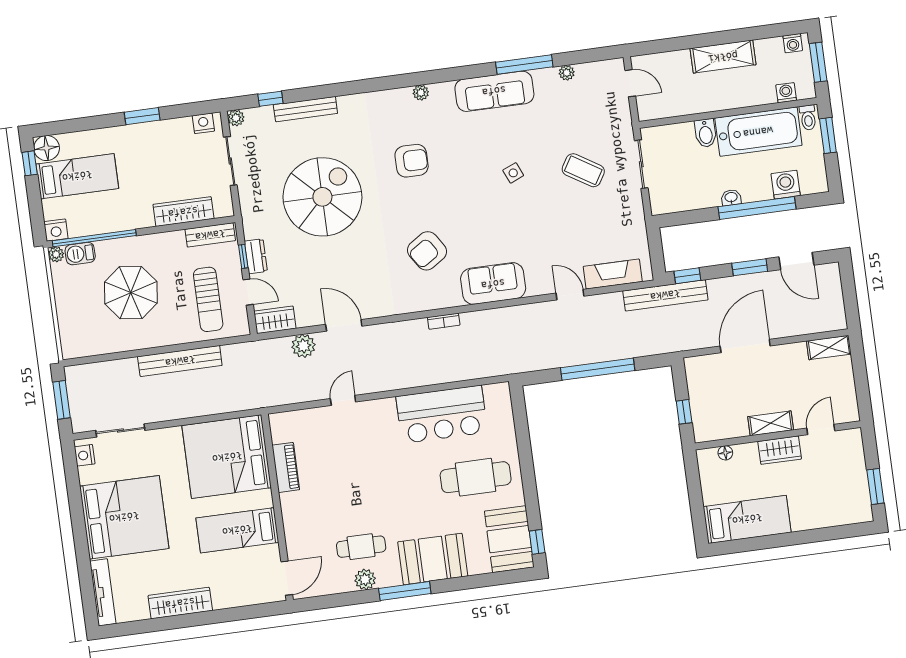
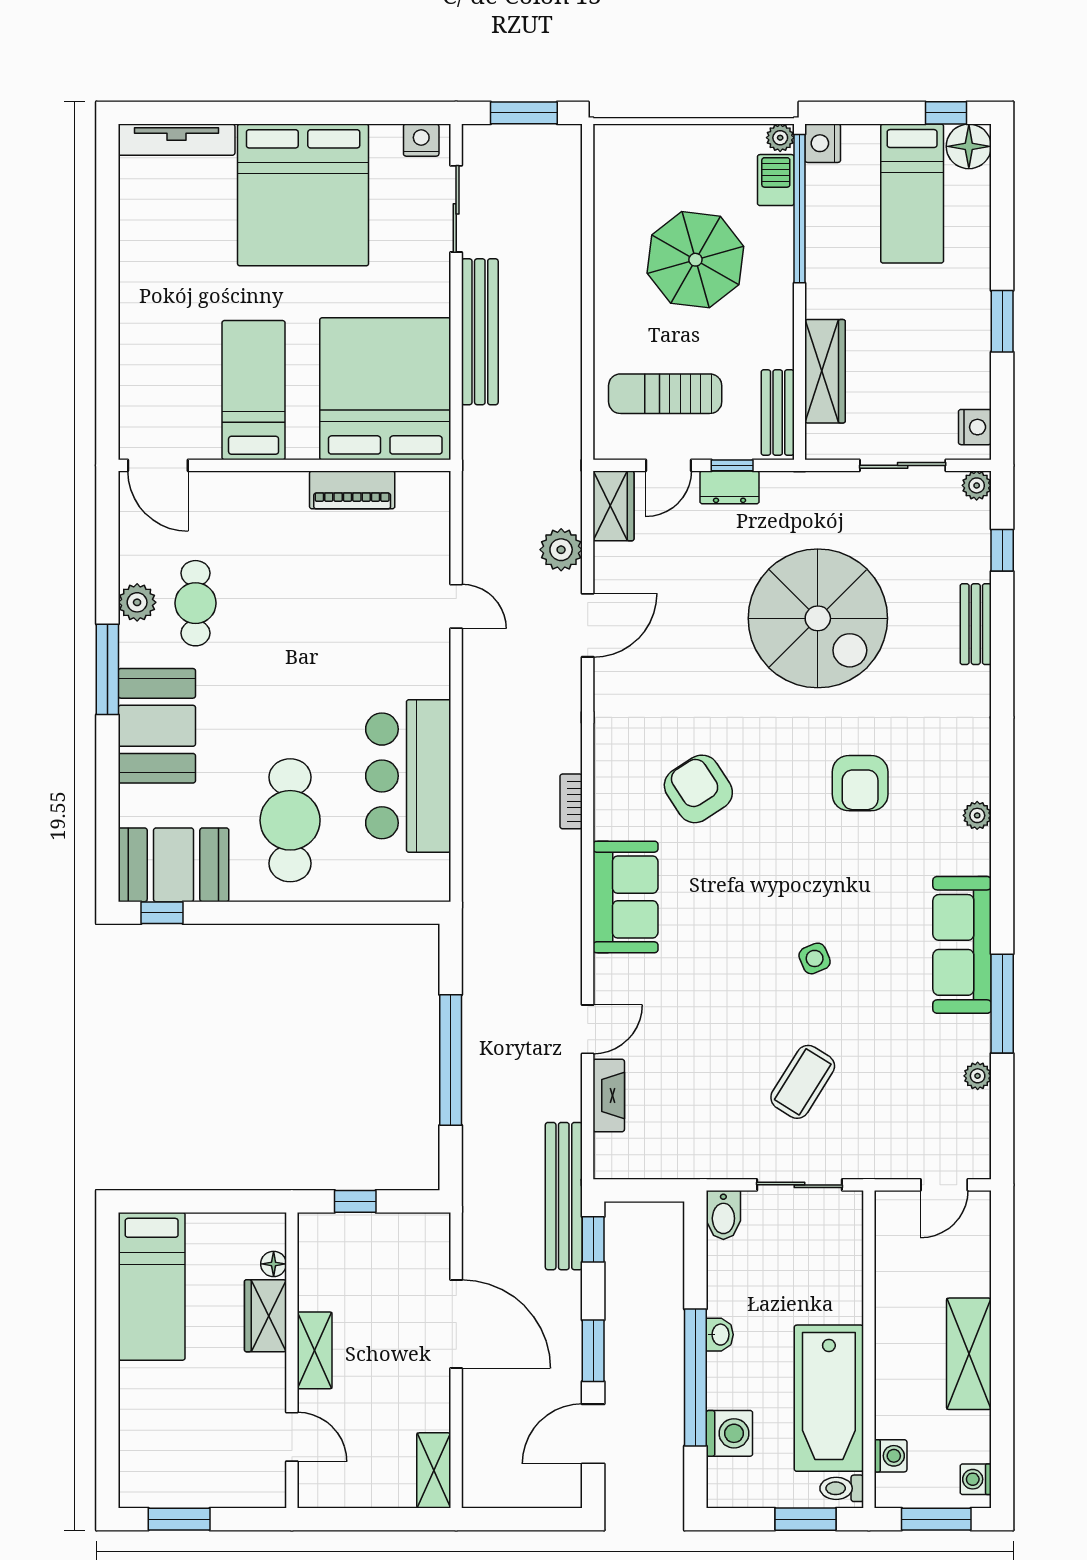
bench: (305, 109) -> (976, 624), width x0.73
bidet: (706, 133) -> (723, 1215), moved, turned -90
fireplace: (613, 274) -> (609, 1096), width x0.73, depth x0.76
bench: (180, 361) -> (480, 332), moved
wardrobe: (780, 450) -> (265, 1316), moved
wardrobe: (180, 603) -> (139, 273), removed

